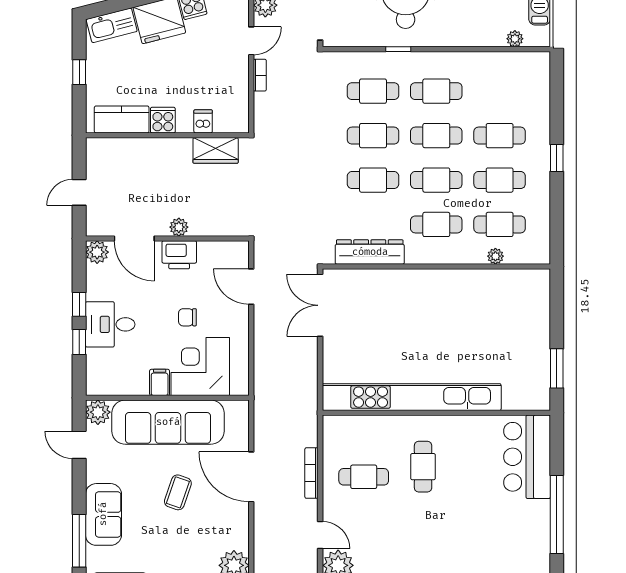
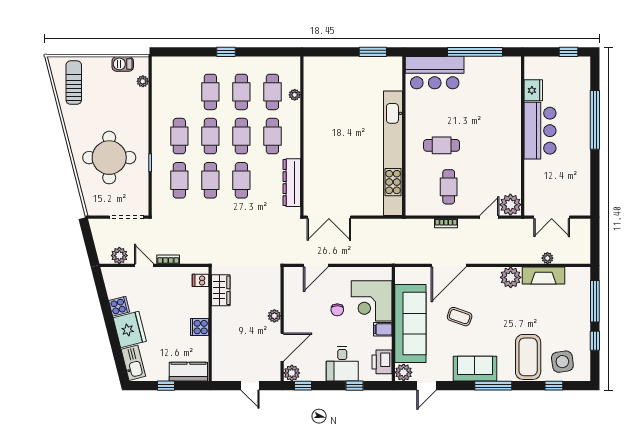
kitchen counter: (122, 119) -> (188, 372), moved, turned 90
dishwasher: (203, 121) -> (200, 280), moved
printer: (179, 255) -> (382, 362), moved, turned 180
window: (79, 304) -> (303, 386), moved
bookcase: (311, 473) -> (446, 223), width x0.64

